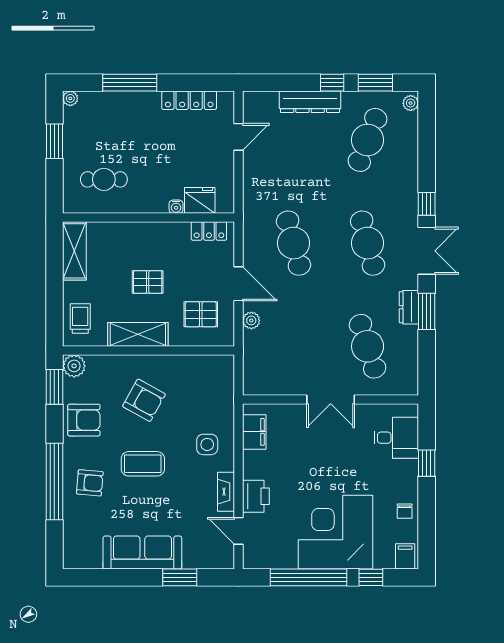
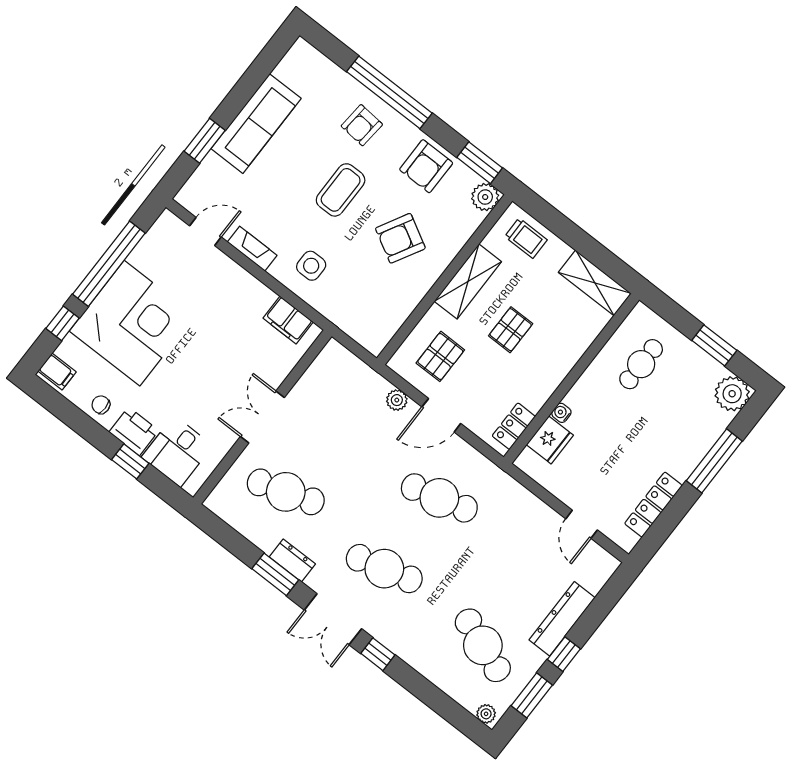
plant: (70, 98) -> (732, 394), width x1.87, depth x1.87
printer: (256, 496) -> (134, 431), moved, turned 180

